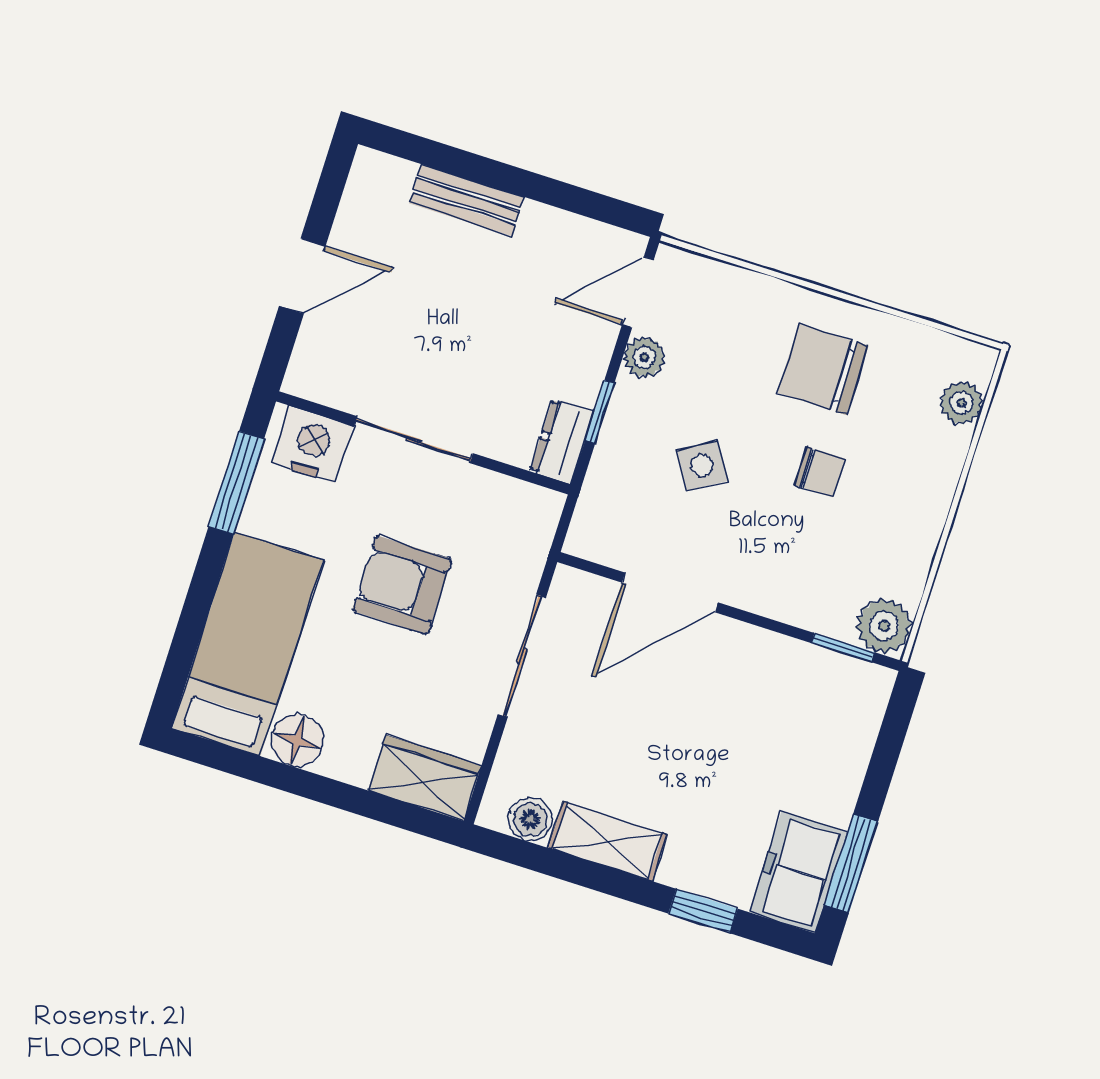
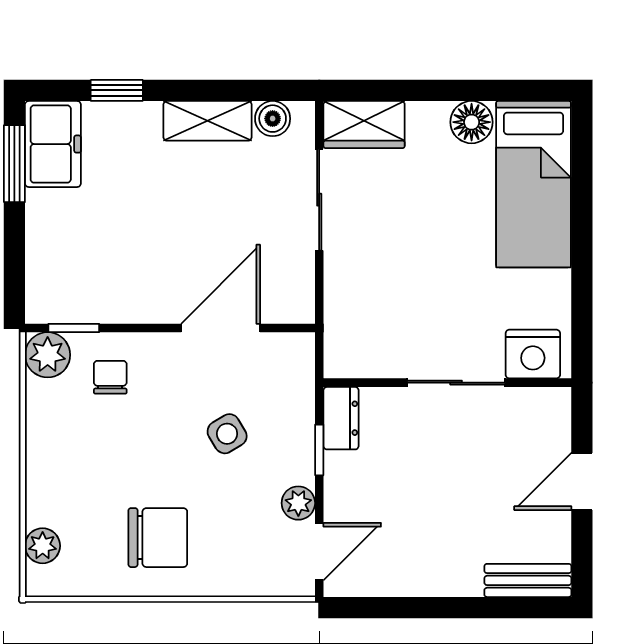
bench: (467, 200) -> (528, 580), moved
chair: (819, 472) -> (110, 377), moved, turned 90
window: (236, 483) -> (582, 306), removed
armchair: (402, 585) -> (429, 268), removed
sliding door: (522, 656) -> (319, 200), moved

